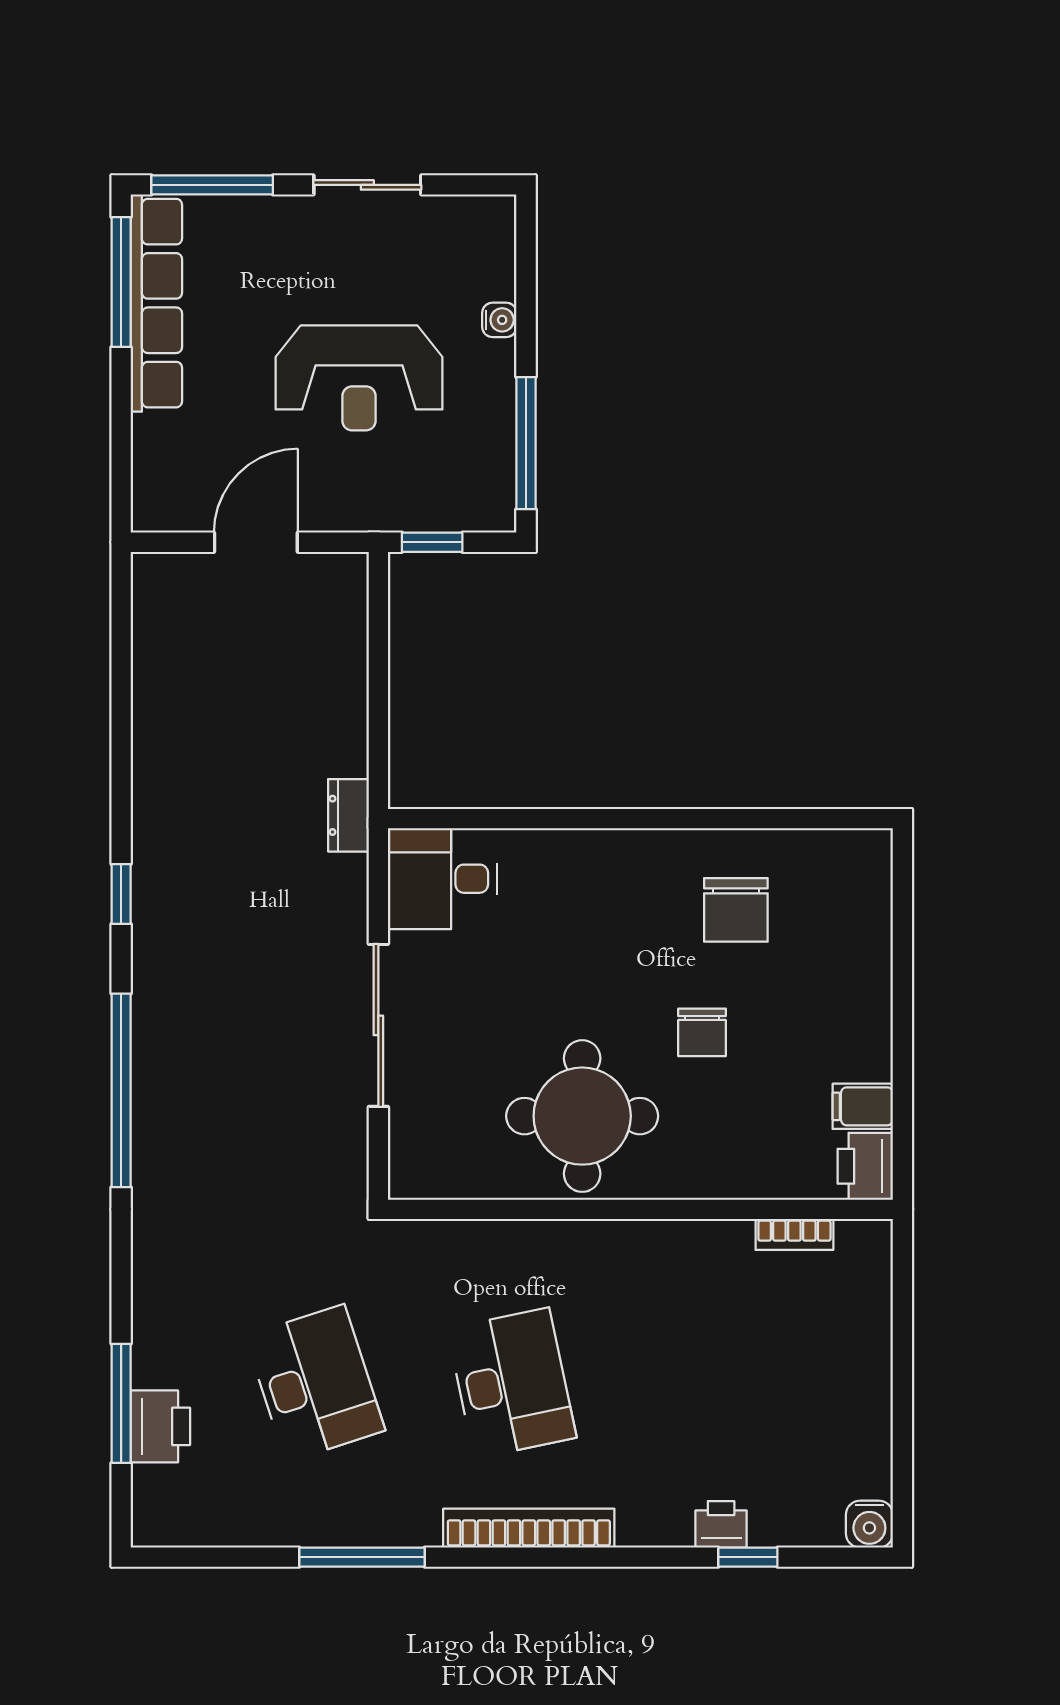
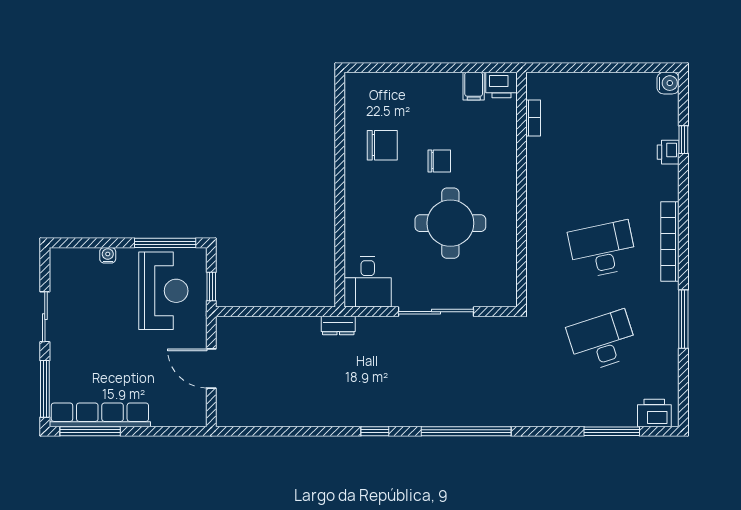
reception desk: (359, 378) -> (163, 291), moved
round table: (582, 1116) -> (450, 223), moved
printer: (160, 1426) -> (654, 413), moved

